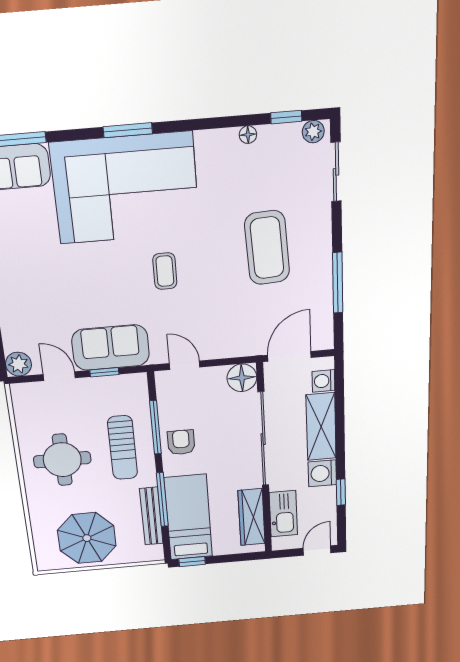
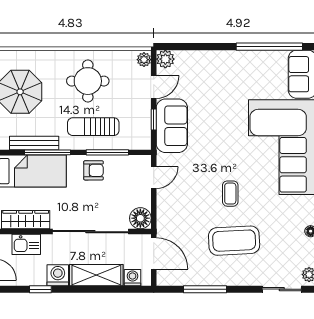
coffee table: (165, 271) -> (230, 194), moved, turned 90
plant: (23, 392) -> (144, 60), added
kitchen sink: (283, 514) -> (26, 244), width x0.73

